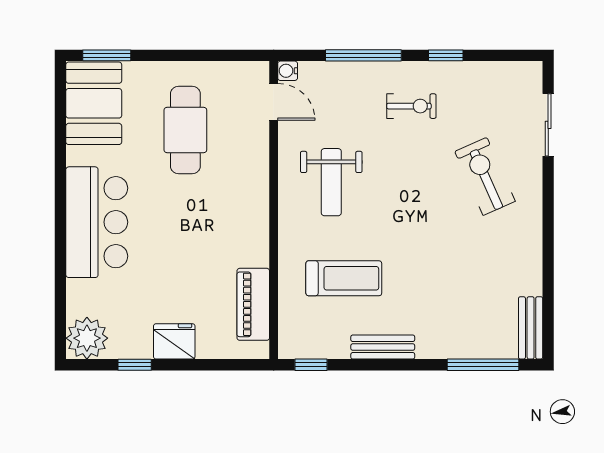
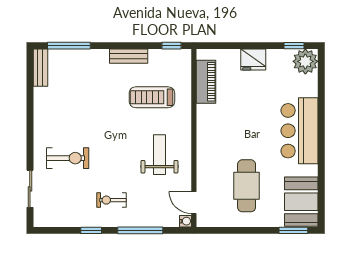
exercise bike: (485, 176) -> (68, 158), turned -66
window: (135, 365) -> (294, 46), moved

